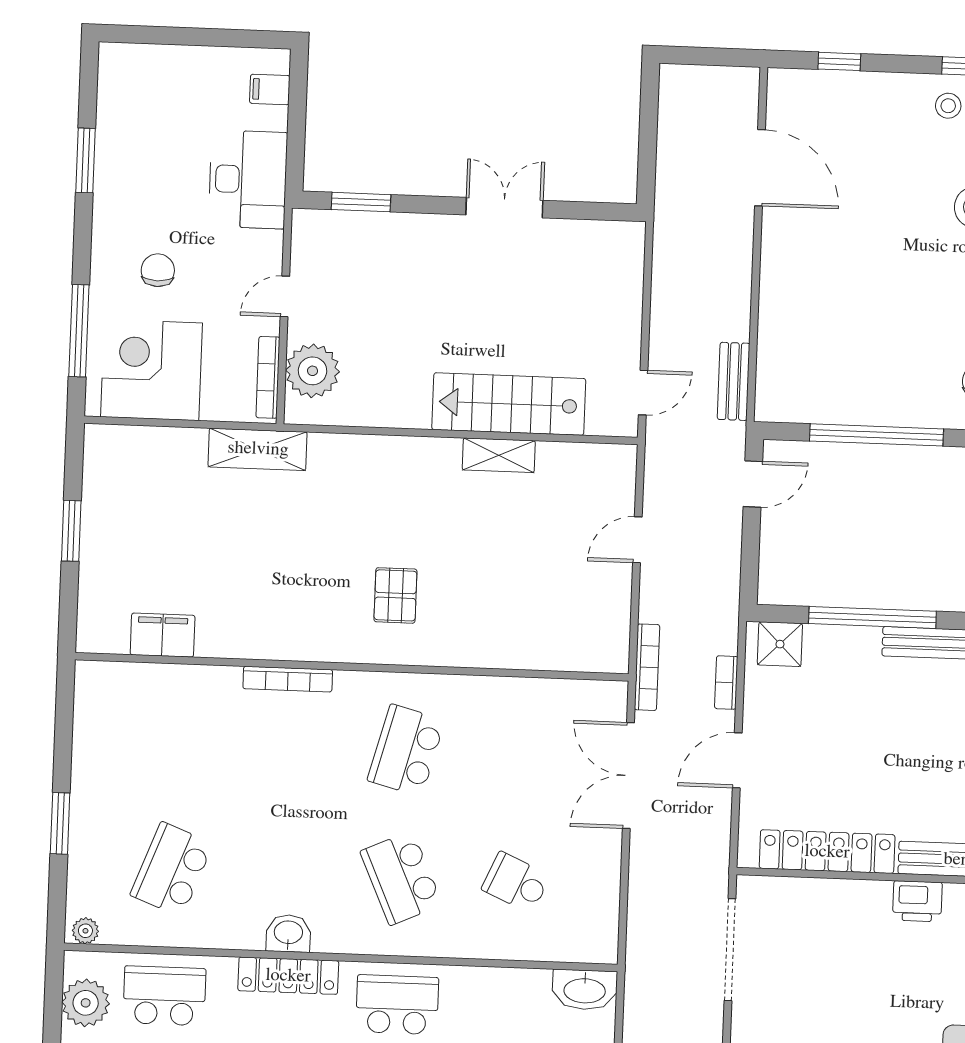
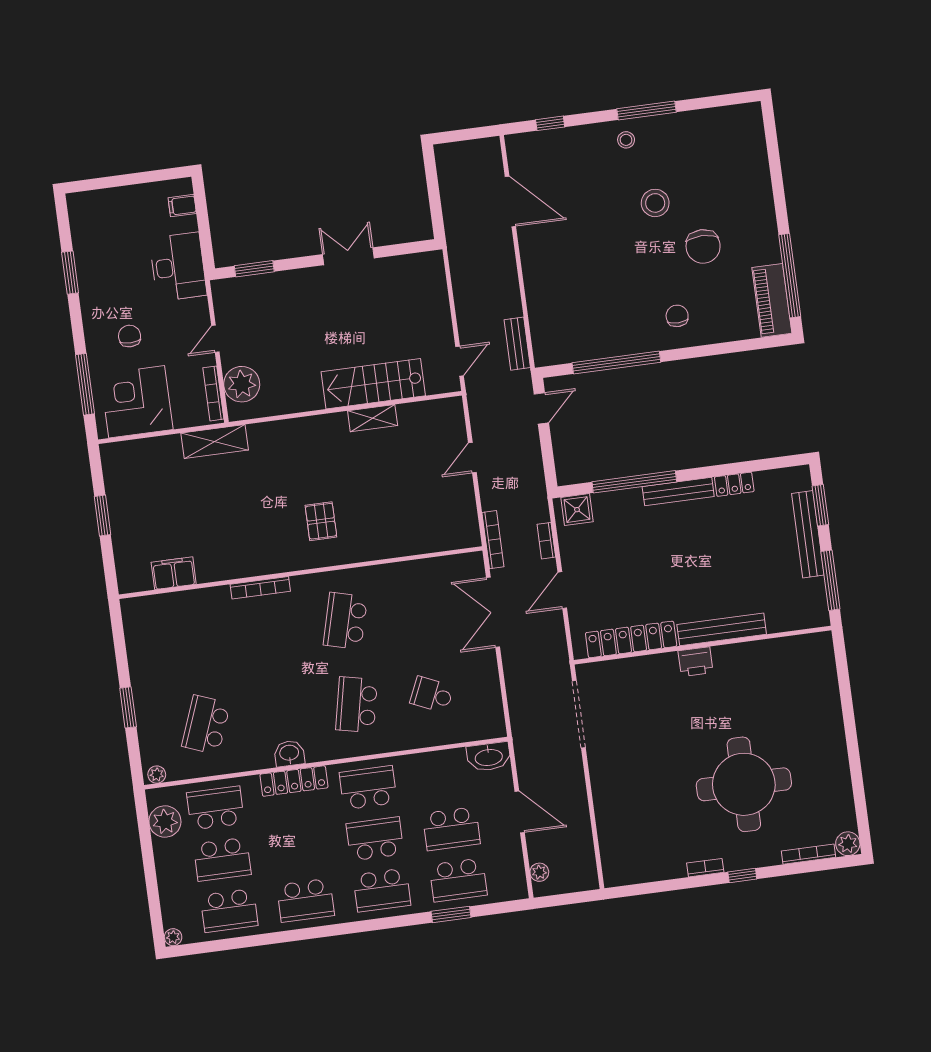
school desk: (401, 878) -> (357, 705), turned 36

